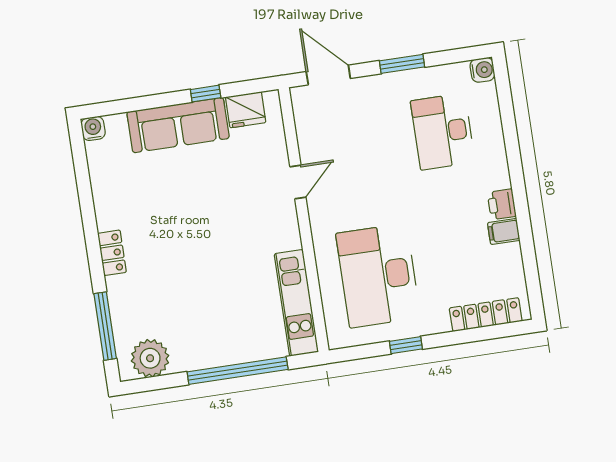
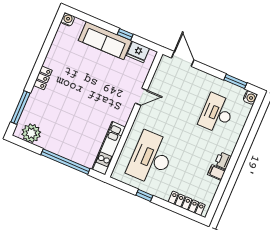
window: (402, 64) -> (235, 81), moved

